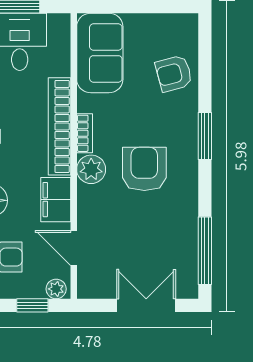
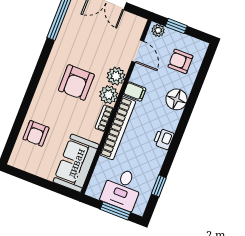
armchair: (174, 73) -> (36, 133), turned 105
window: (205, 136) -> (32, 88), removed
filing cabinet: (56, 200) -> (135, 91), width x0.50
plant: (91, 200) -> (116, 76), added

